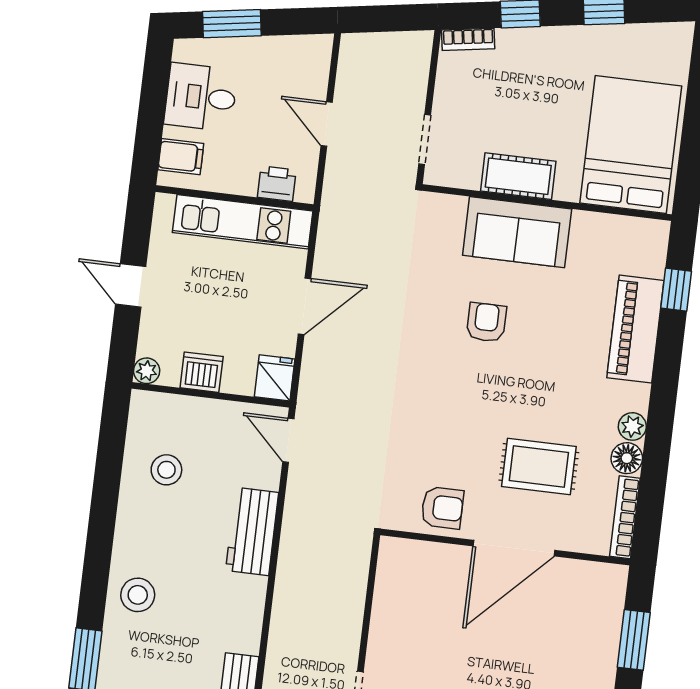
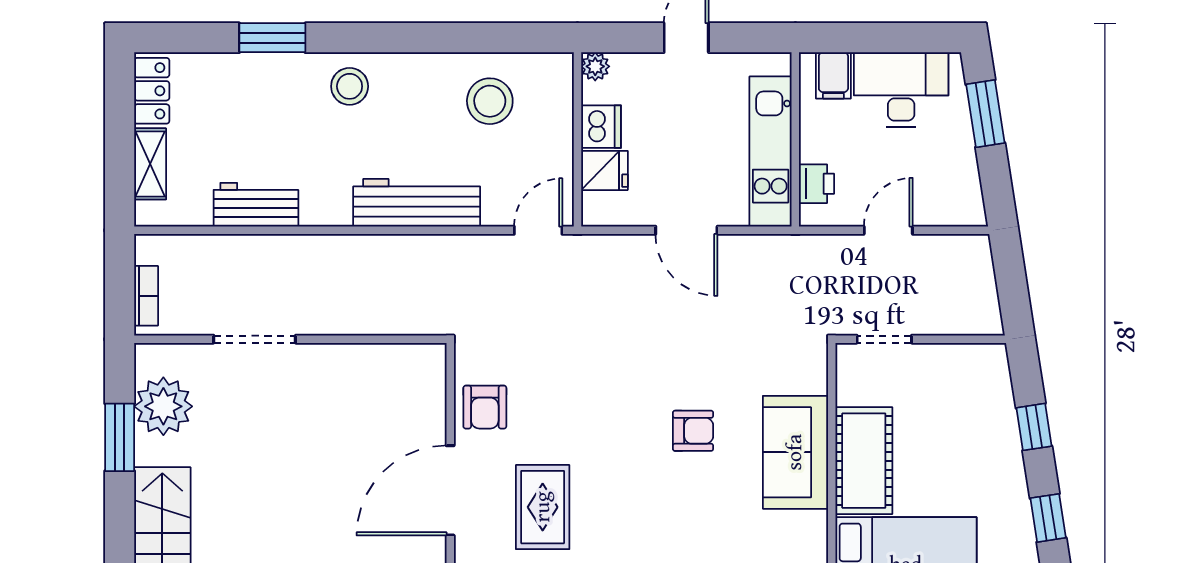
bookcase: (468, 39) -> (999, 373), removed
desk: (201, 97) -> (901, 89), width x1.37
cot: (518, 176) -> (864, 461), width x1.37, depth x1.34
fridge: (275, 378) -> (604, 170), moved
stool: (166, 470) -> (490, 101), width x1.38, depth x1.38
workbench: (252, 531) -> (417, 203), width x1.38
door: (514, 548) -> (450, 490), hinge flipped

